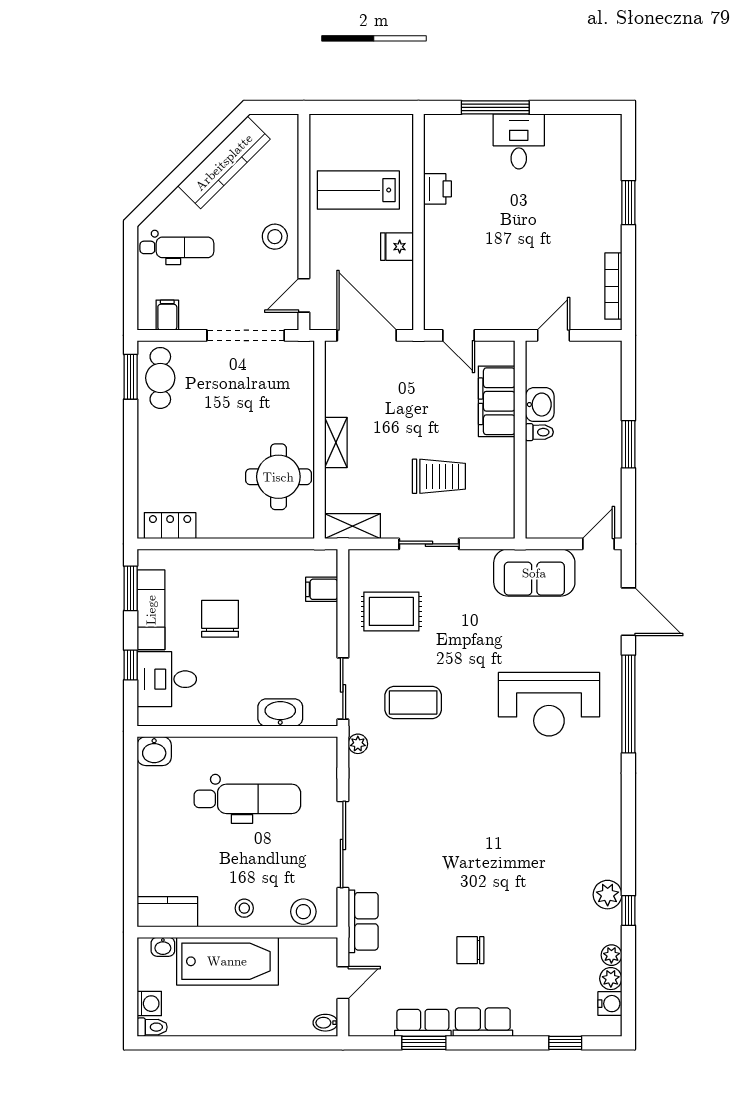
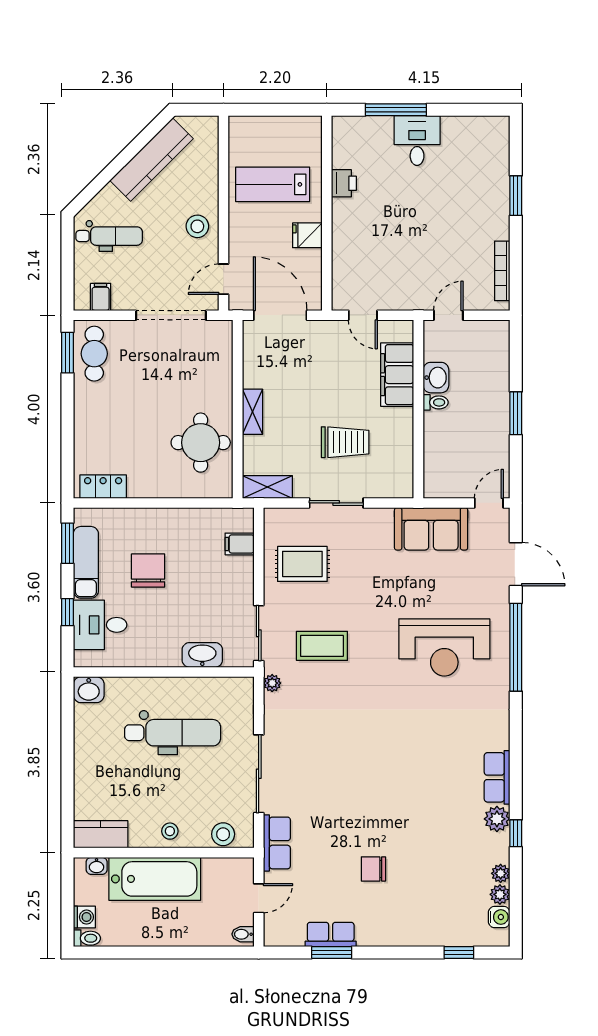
row of seats: (483, 1022) -> (497, 777), moved, turned -90

